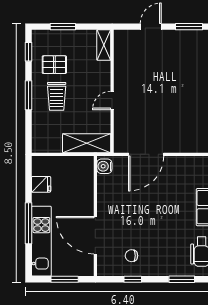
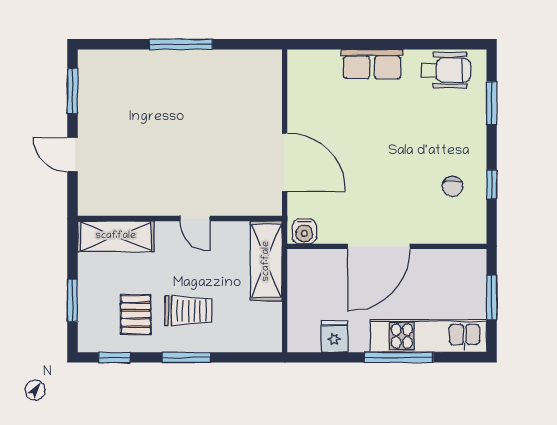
shelving: (104, 45) -> (116, 236), width x1.50, depth x1.33
door: (95, 235) -> (379, 246), moved

